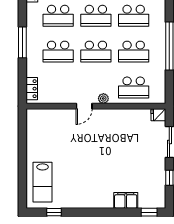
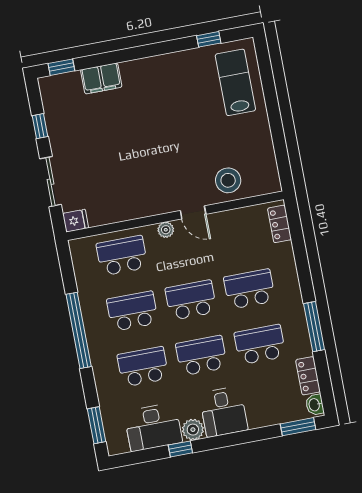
window: (22, 42) -> (314, 327), moved
door: (84, 106) -> (193, 212), swing flipped
stool: (59, 122) -> (228, 180), added

